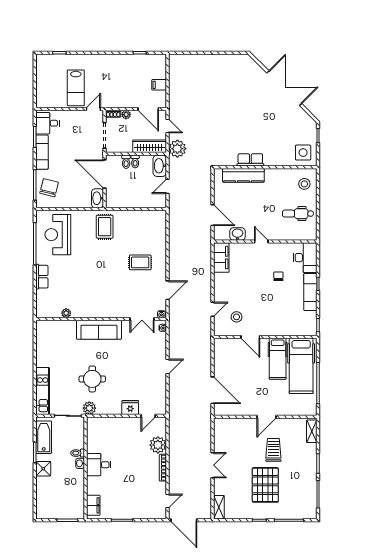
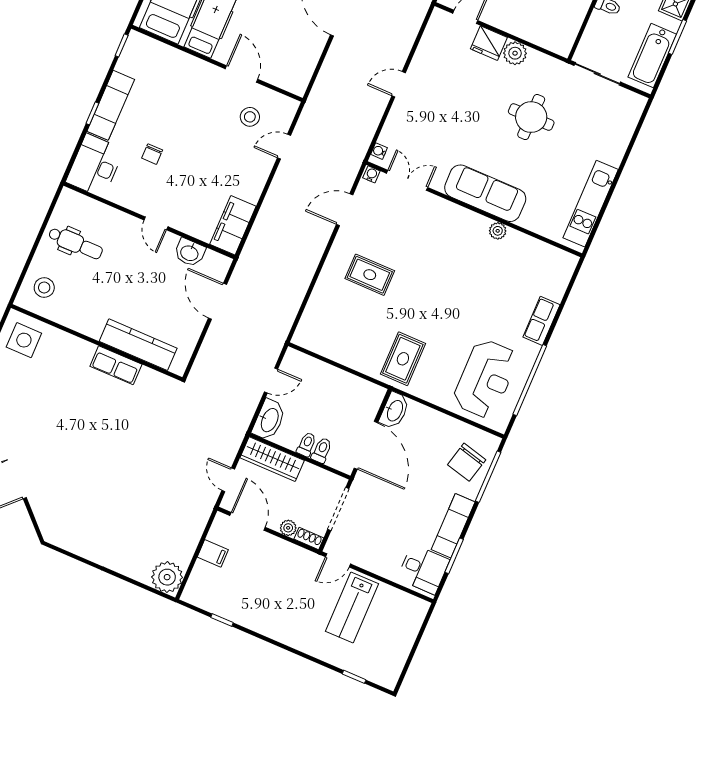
lab bench: (76, 88) -> (352, 607), turned 180
plant: (177, 149) -> (167, 577), moved
plant: (66, 313) -> (498, 231), moved
kitchen unit: (43, 391) -> (591, 204), moved
plant: (89, 408) -> (515, 53), moved

